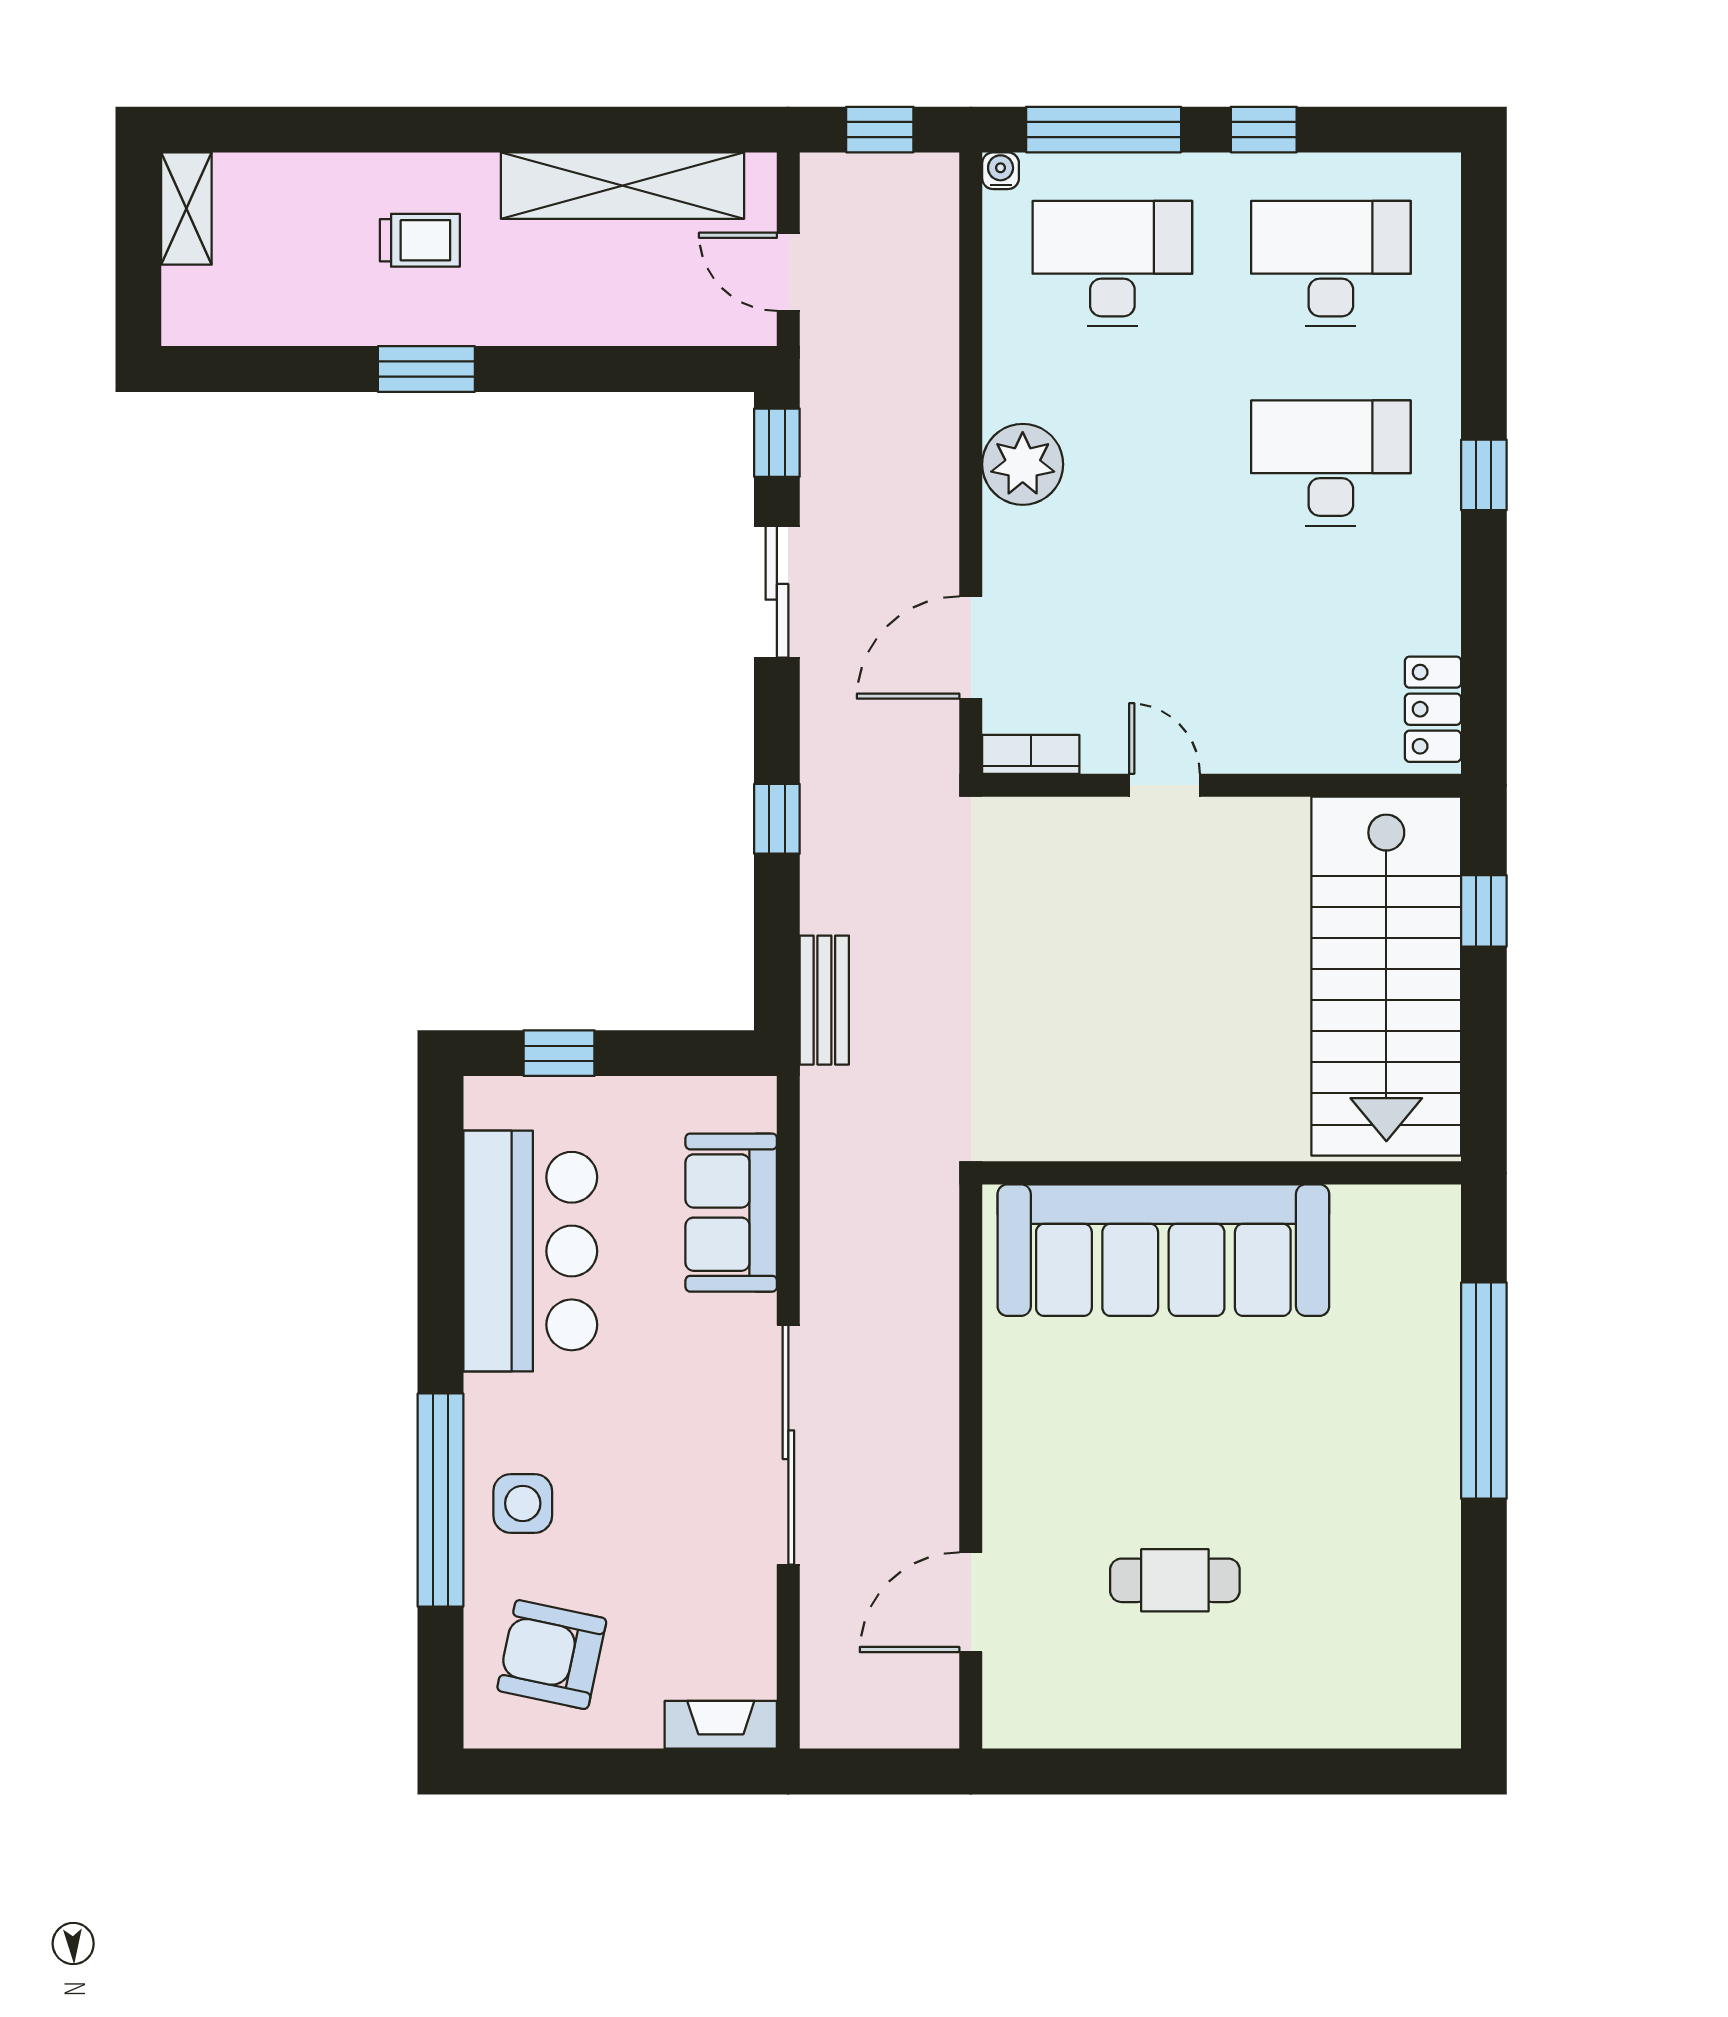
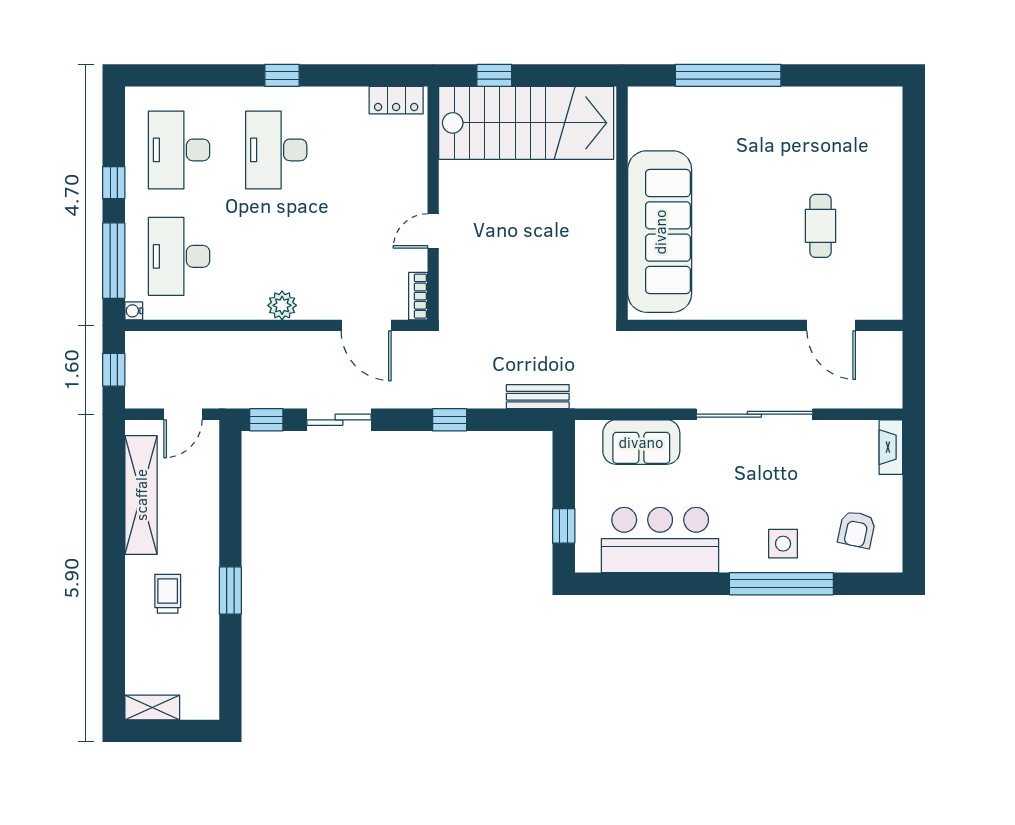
plant: (1023, 464) -> (282, 305), width x0.73, depth x0.73
armchair: (552, 1655) -> (857, 529), width x0.72, depth x0.72

